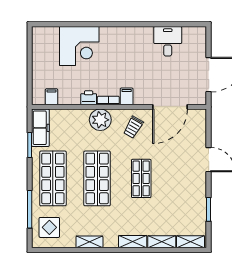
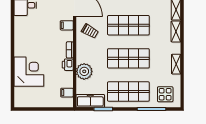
filing cabinet: (127, 96) -> (67, 25), moved
plant: (100, 120) -> (84, 71), moved
shop shelf: (141, 178) -> (128, 25), width x1.43, depth x1.36

